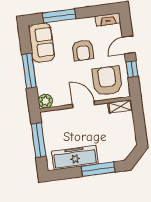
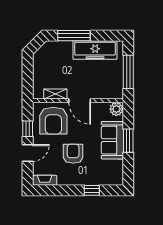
window: (59, 16) -> (92, 190), width x0.46
sofa: (42, 43) -> (112, 140), moved
window: (29, 71) -> (128, 141), width x0.69
shelving: (120, 106) -> (55, 94), moved

